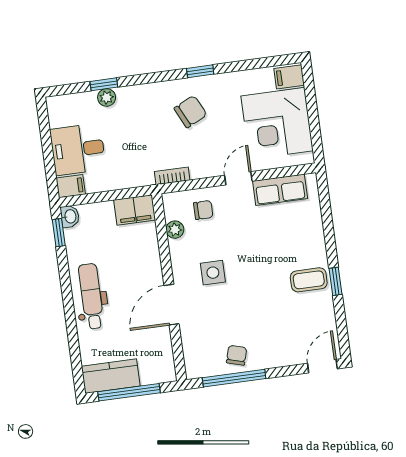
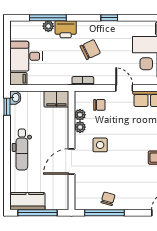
window: (104, 84) -> (48, 18), width x2.17
printer: (134, 99) -> (66, 29), added
chair: (190, 112) -> (90, 50), moved
door: (238, 178) -> (124, 88), hinge flipped
plant: (178, 249) -> (80, 127), added
dental chair: (91, 296) -> (22, 149), turned 180

